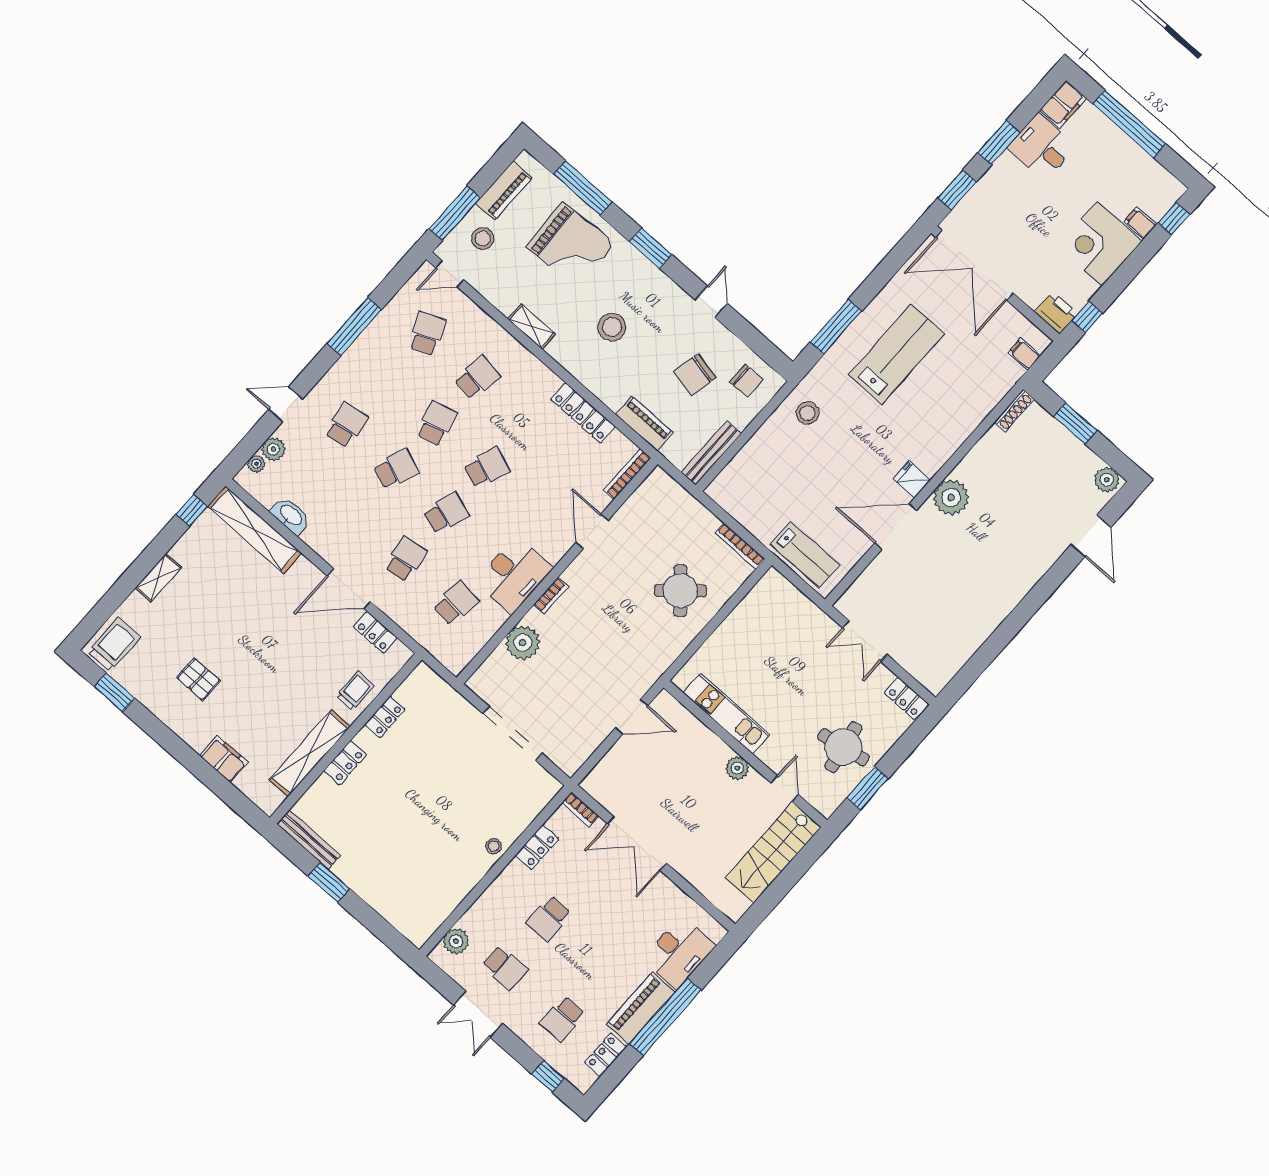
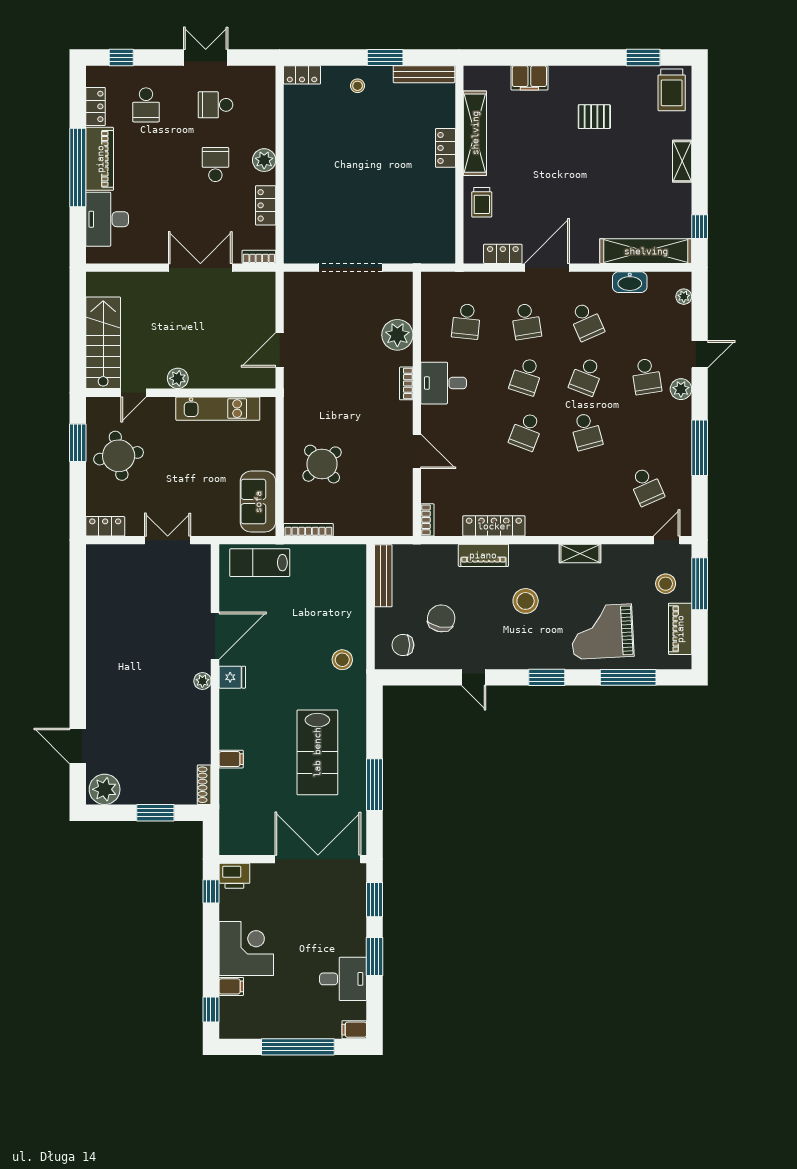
filing cabinet: (1063, 104) -> (354, 1030), width x0.50
window: (836, 327) -> (375, 785), moved
filing cabinet: (1024, 354) -> (231, 759), moved
school desk: (477, 378) -> (586, 321), moved, turned -33
piano: (644, 423) -> (483, 555), moved
plant: (273, 449) -> (681, 389), moved
bookcase: (627, 474) -> (427, 520), width x0.64
plant: (1107, 480) -> (105, 789), width x1.36, depth x1.36
plant: (951, 497) -> (202, 681), width x0.53, depth x0.53
desk: (514, 575) -> (444, 383), width x0.73
sofa: (761, 607) -> (258, 502), added
locker: (385, 717) -> (302, 75), moved, turned -90
door: (785, 789) -> (133, 393), hinge flipped
stool: (494, 846) -> (358, 86), moved
plant: (456, 941) -> (264, 160), moved
school desk: (562, 1019) -> (146, 105), turned 180

